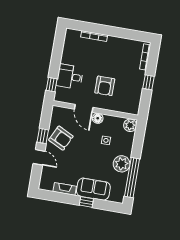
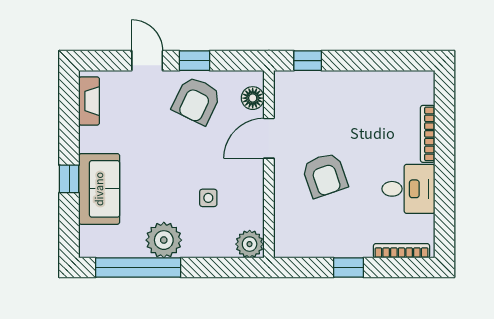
desk: (70, 77) -> (408, 189), moved, turned 90
armchair: (105, 86) -> (325, 175), turned -109
floor lamp: (98, 118) -> (253, 98), moved
door: (39, 157) -> (147, 61), swing flipped
fireplace: (65, 189) -> (89, 101), moved

